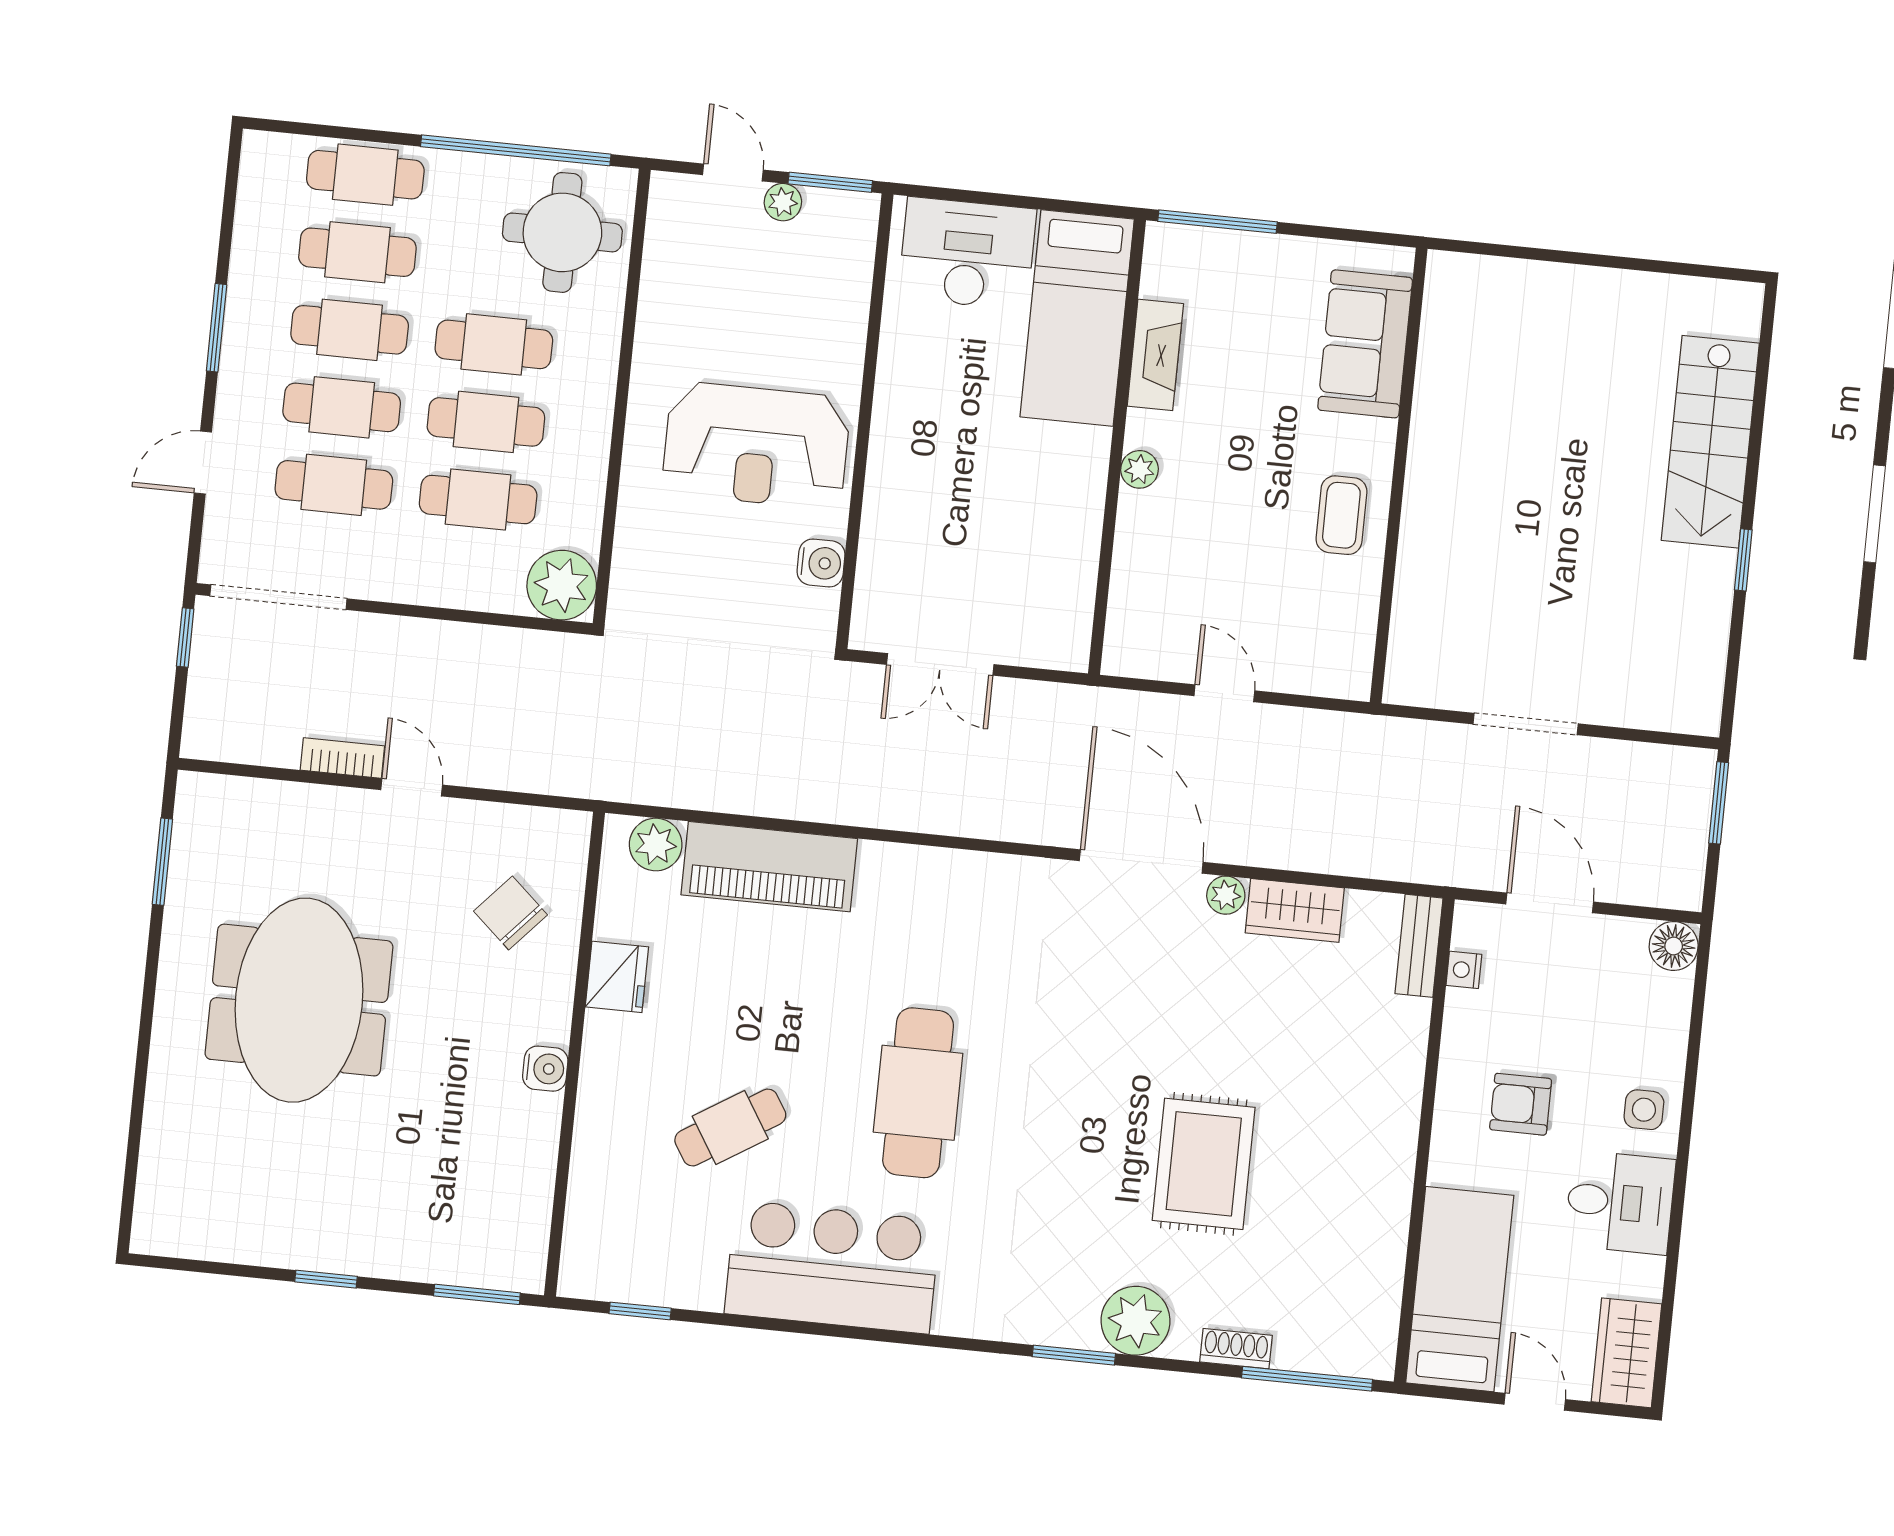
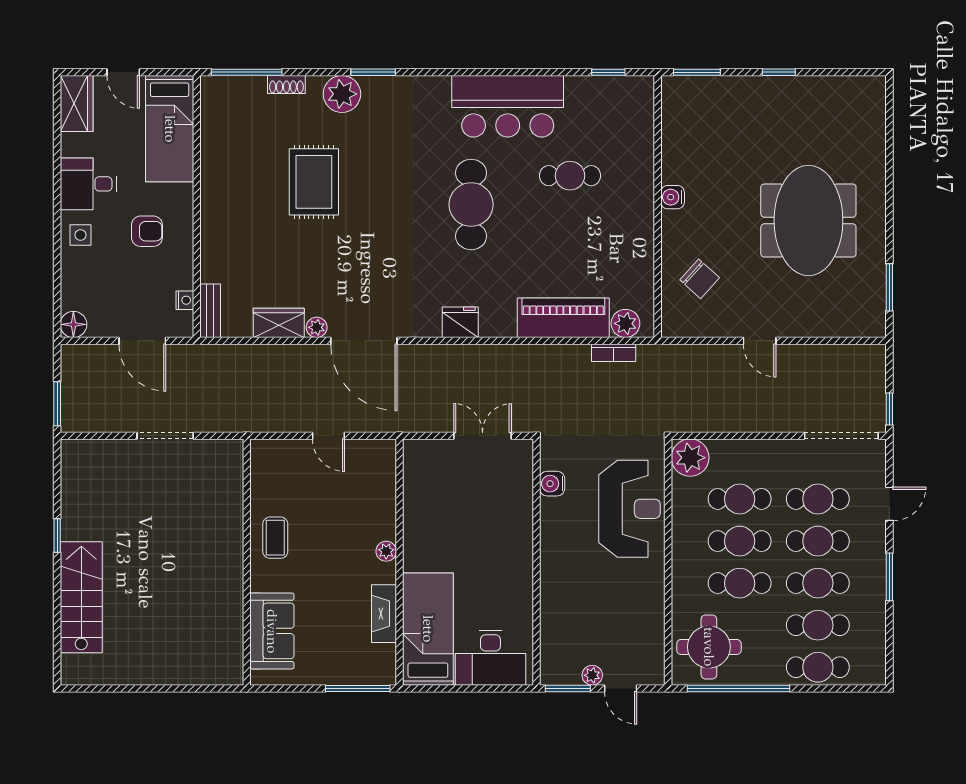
reception desk: (756, 445) -> (630, 509), moved, turned 90
bookcase: (342, 758) -> (614, 353), moved
fridge: (617, 977) -> (460, 322), moved, turned 90
cafe table: (730, 1128) -> (570, 176), turned 32

